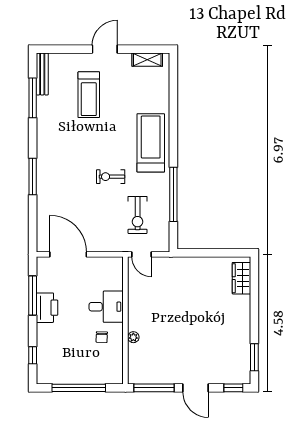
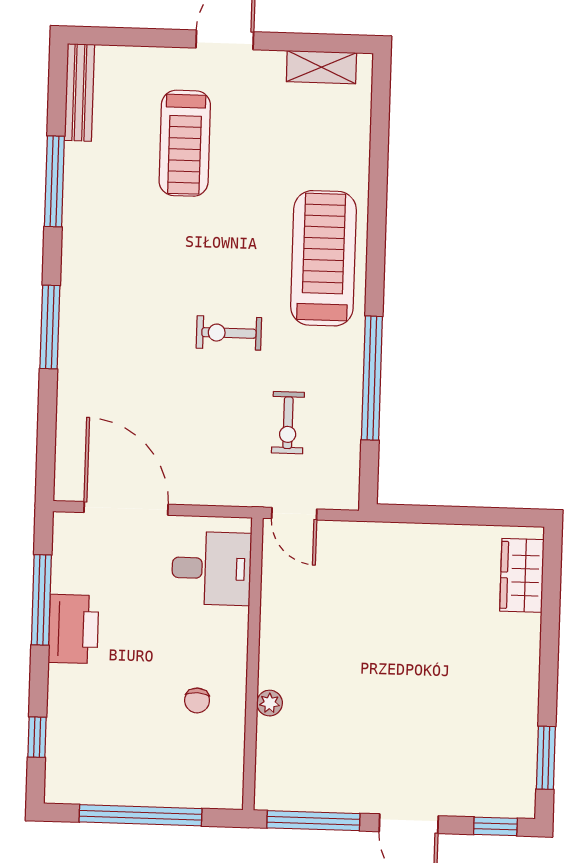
window: (33, 98) -> (54, 181), moved
exercise bike: (138, 215) -> (288, 423), width x0.73, depth x0.72
desk: (106, 307) -> (211, 568), moved

